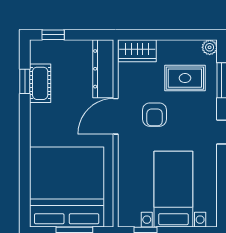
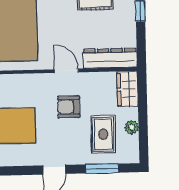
plant: (210, 47) -> (132, 127), moved
door: (116, 116) -> (66, 71), width x0.73

